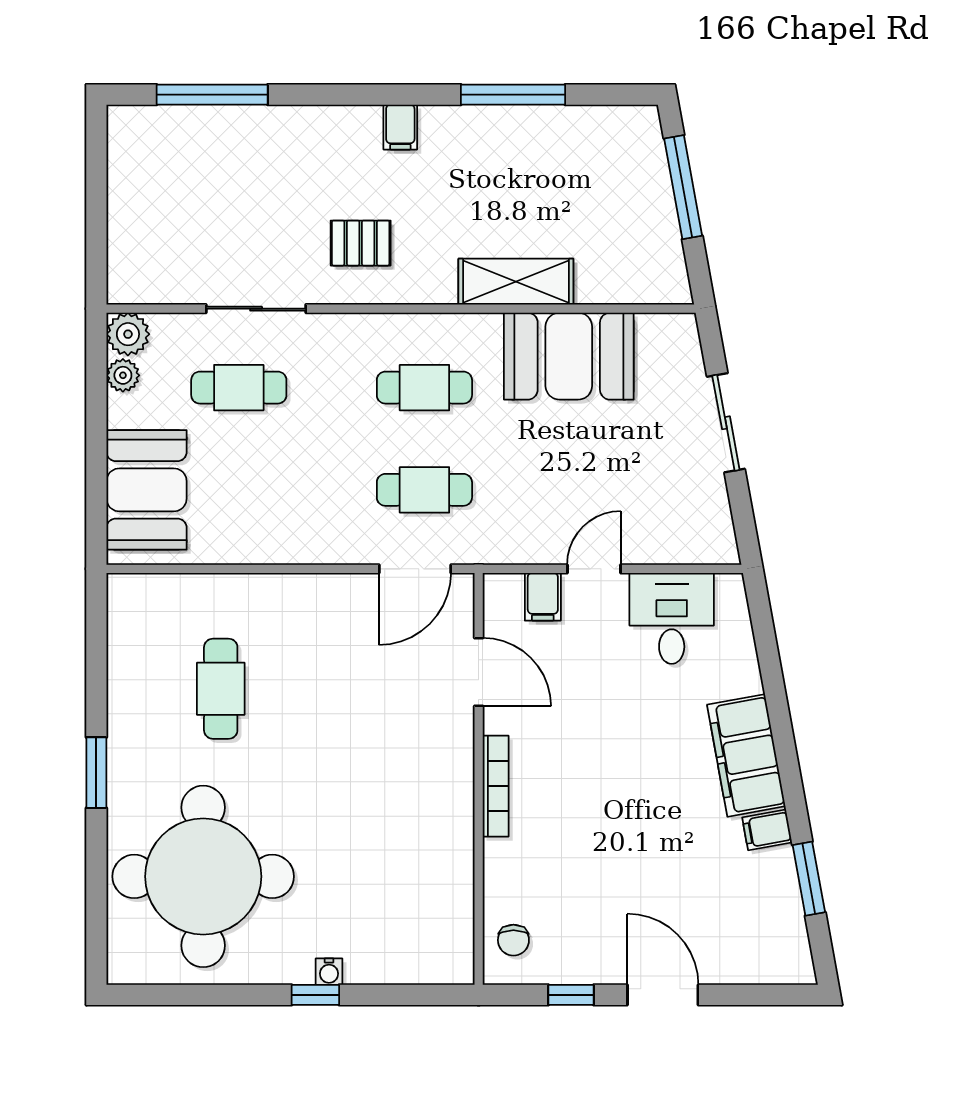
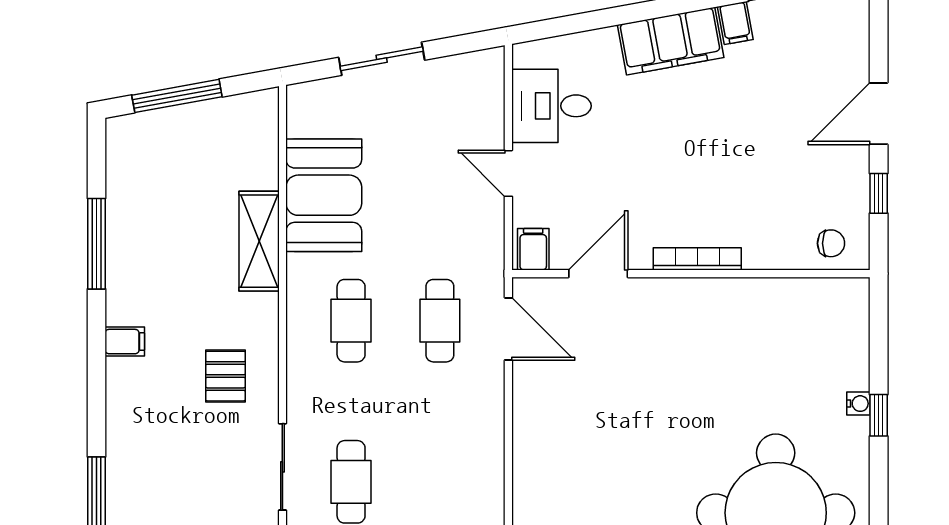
filing cabinet: (543, 597) -> (533, 249), moved, turned -90
cafe table: (221, 689) -> (613, 498), removed

